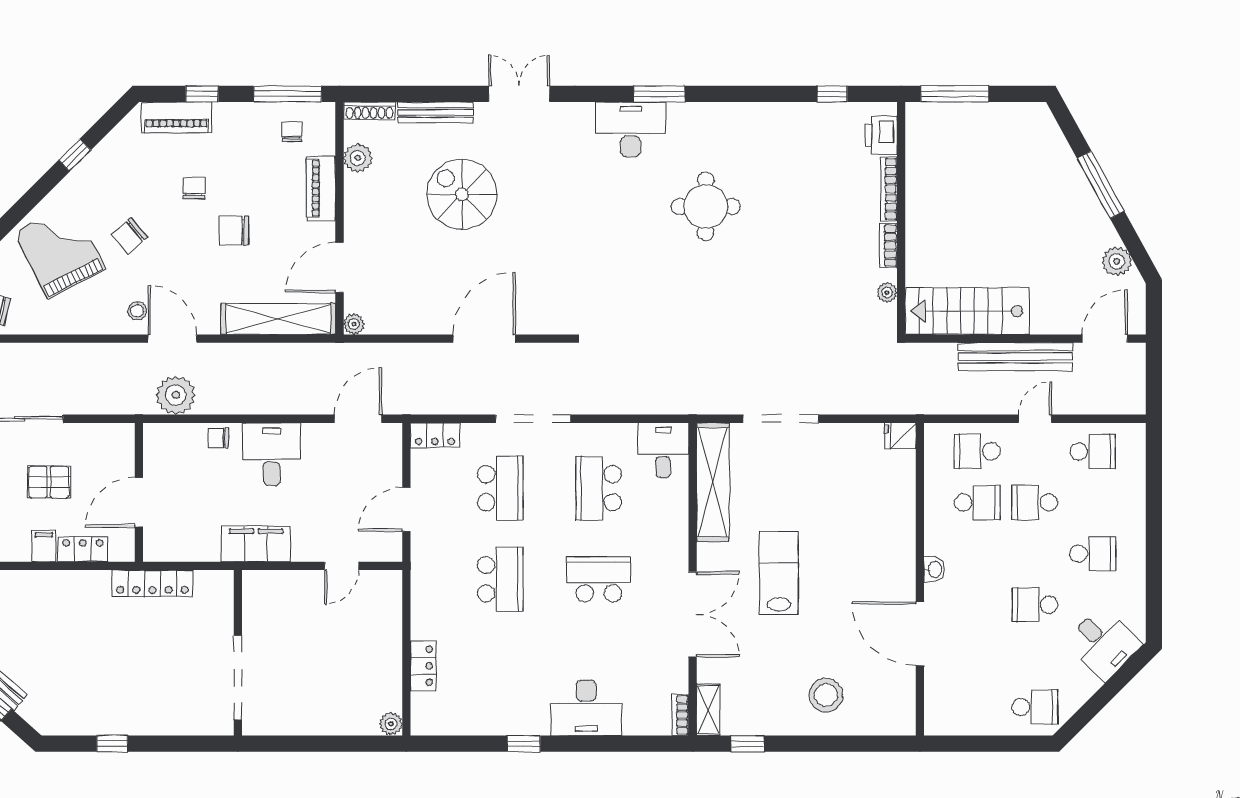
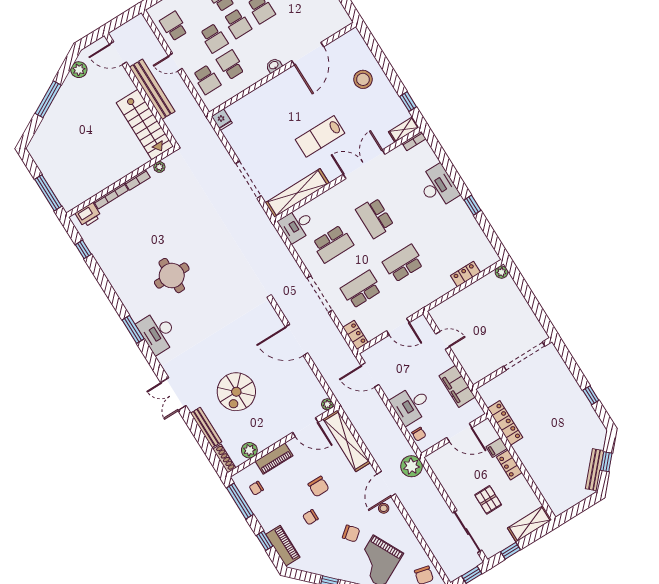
wall: (139, 492) -> (455, 435), moved
door: (139, 502) -> (459, 433), moved
filing cabinet: (44, 546) -> (497, 448), moved
school desk: (1035, 554) -> (238, 24), added

